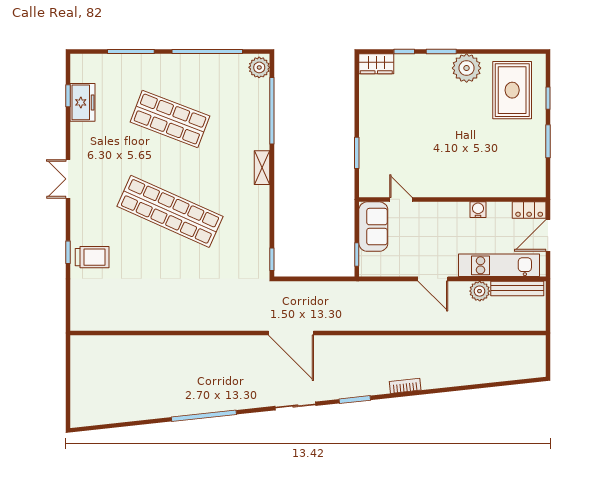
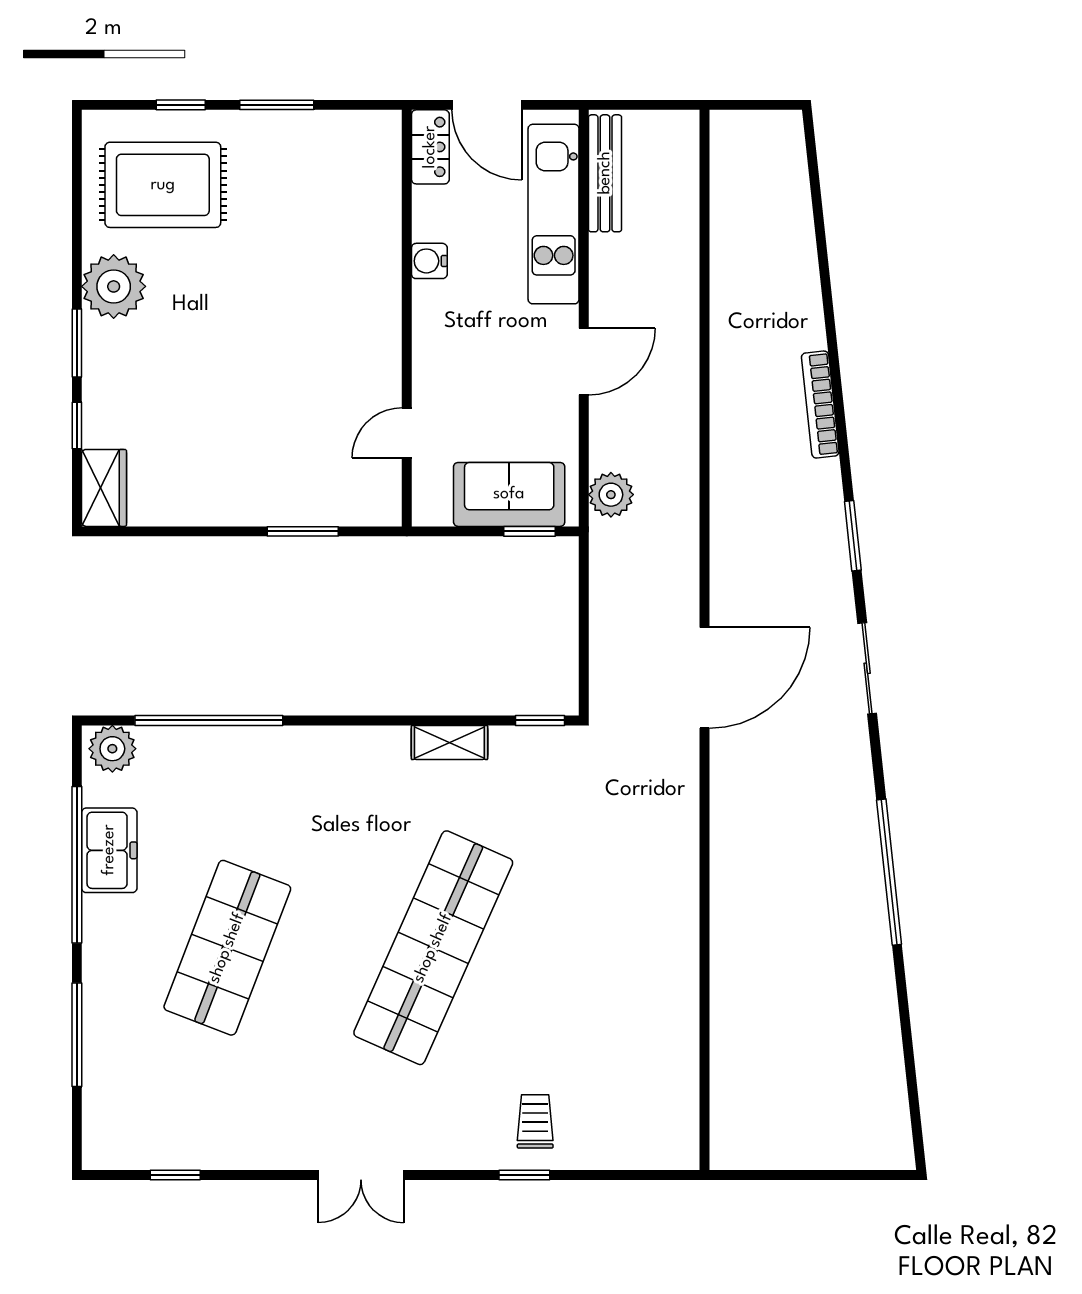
freezer: (83, 102) -> (109, 850), moved, turned 90
shelving: (262, 168) -> (449, 742), moved
sofa: (373, 227) -> (509, 494), moved
trolley: (92, 257) -> (535, 1121), width x0.73, depth x0.72
plant: (480, 291) -> (611, 495), moved
bookcase: (405, 386) -> (820, 405), width x1.56

